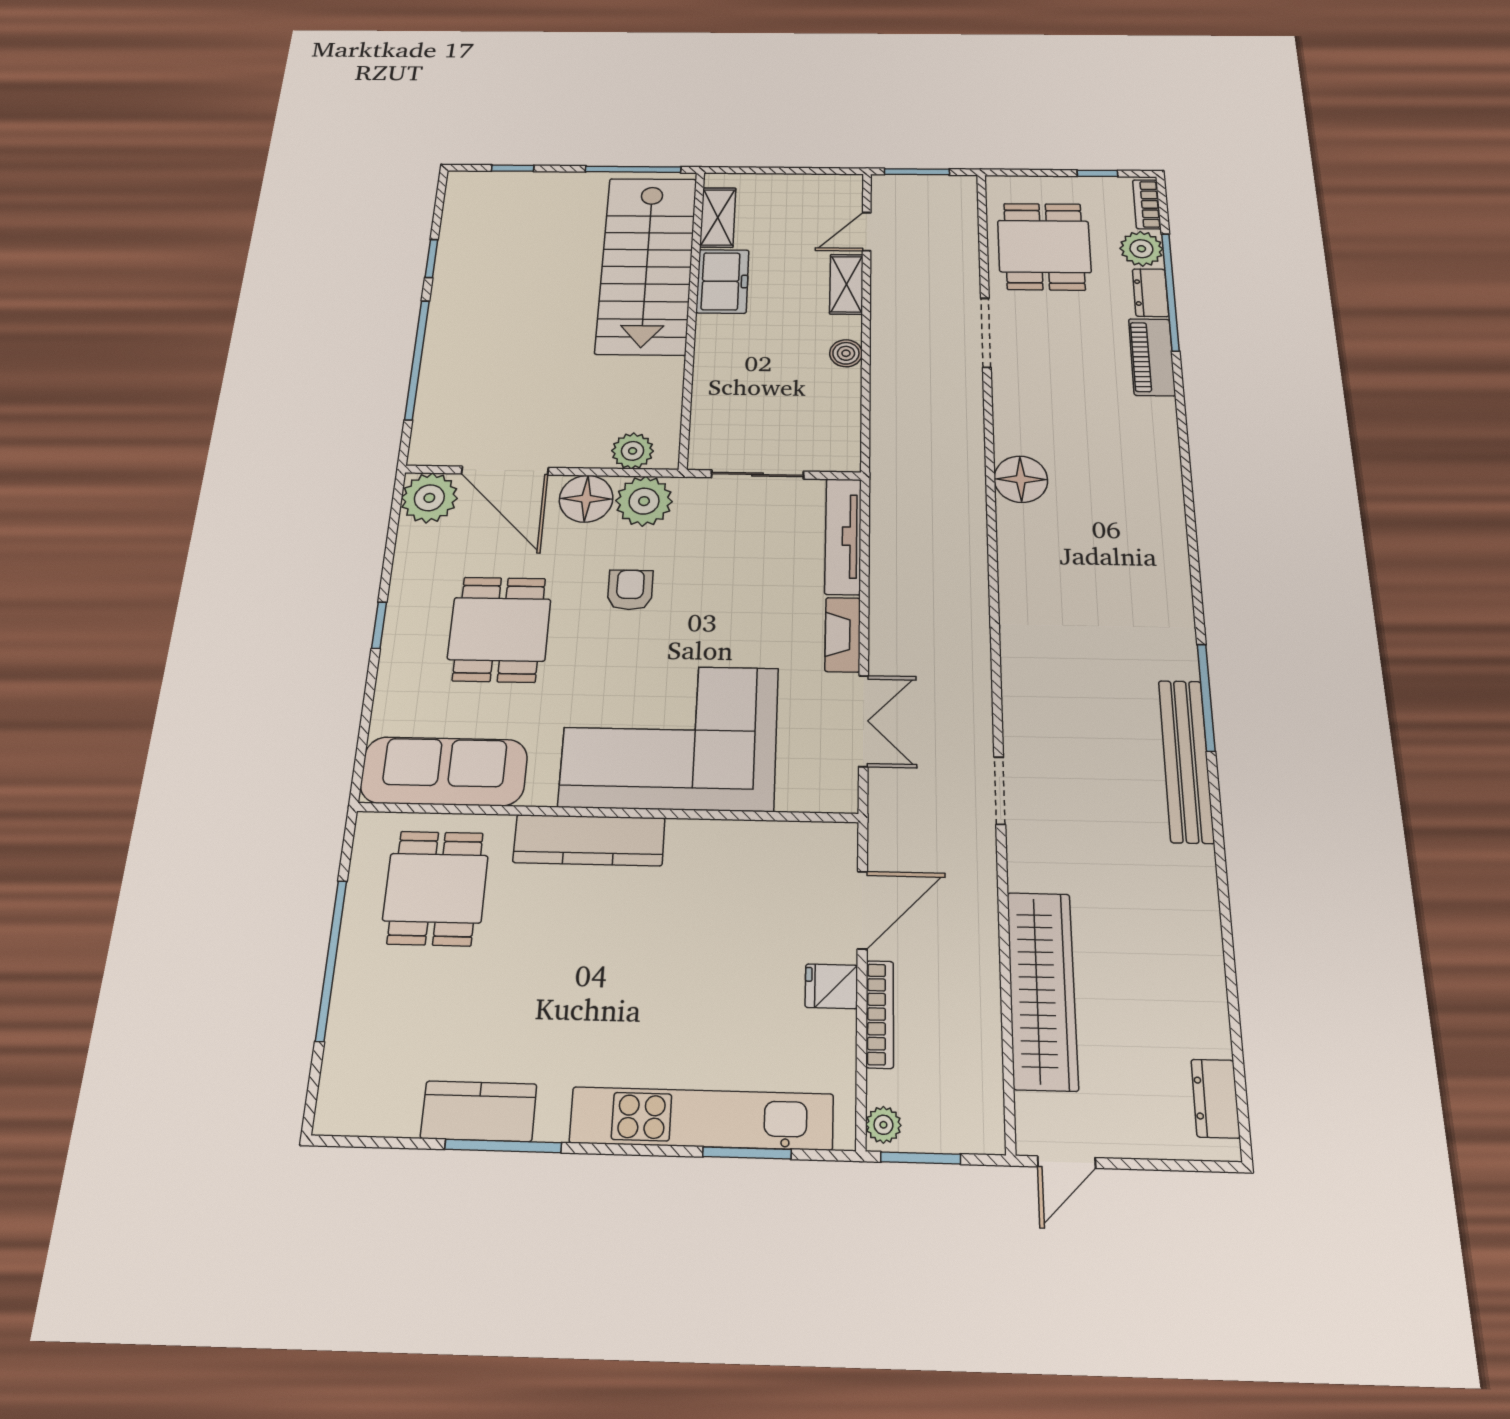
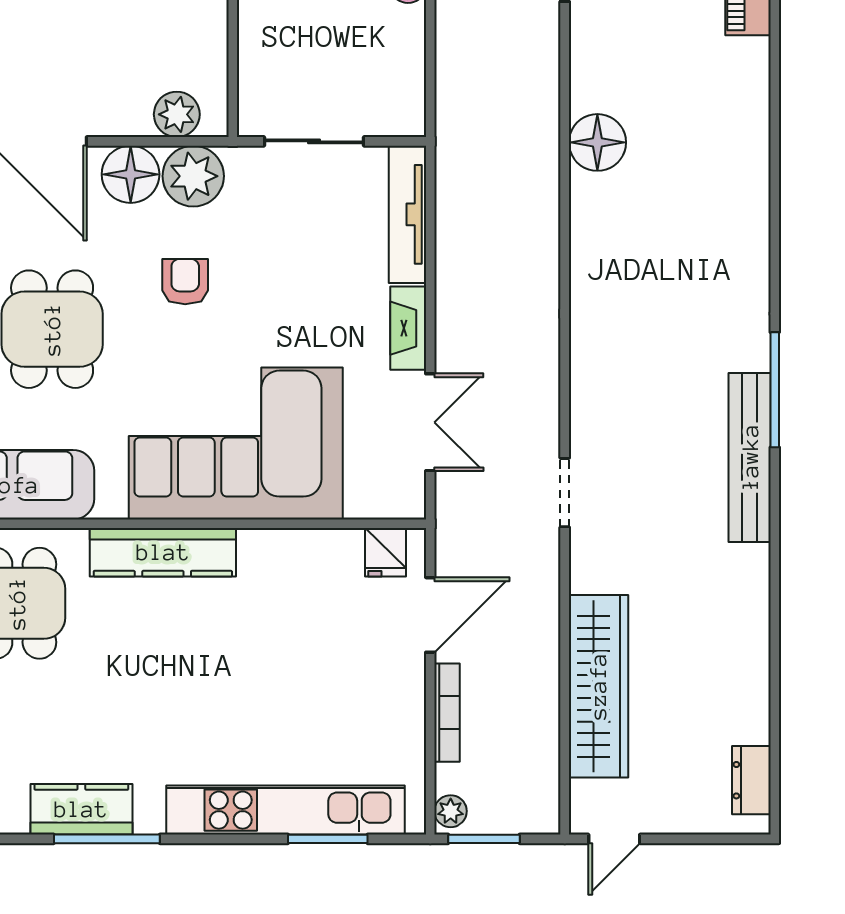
fridge: (831, 986) -> (385, 552), moved, turned -90

